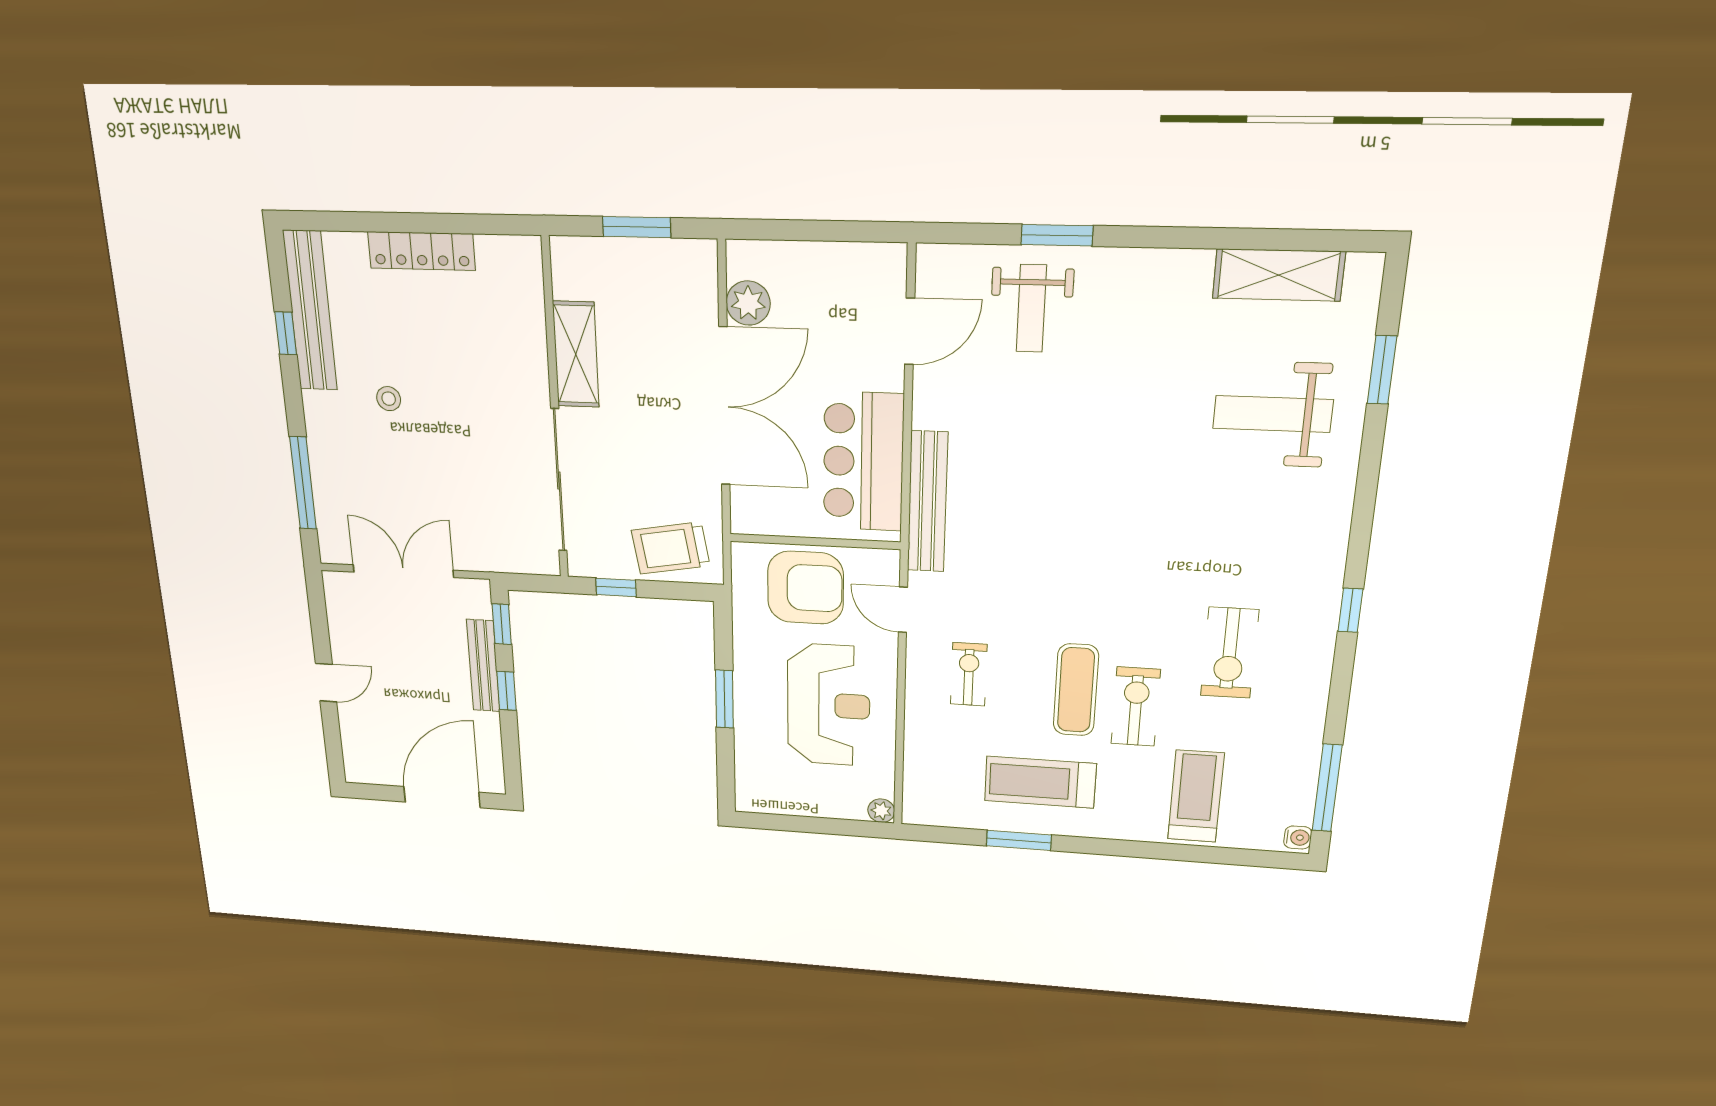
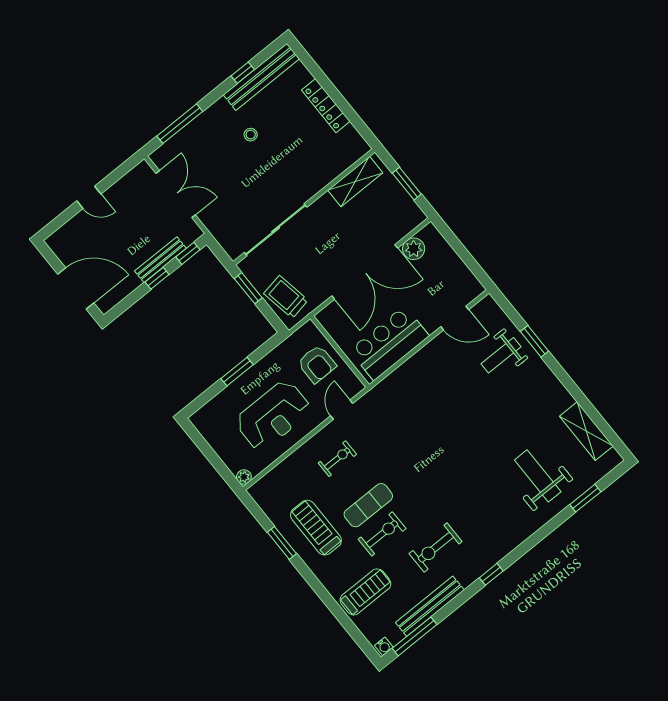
shelving: (576, 354) -> (355, 182), moved
bench: (927, 502) -> (430, 606), moved
window: (616, 587) -> (248, 288), width x1.50
armchair: (806, 588) -> (317, 364), width x0.73, depth x0.73

